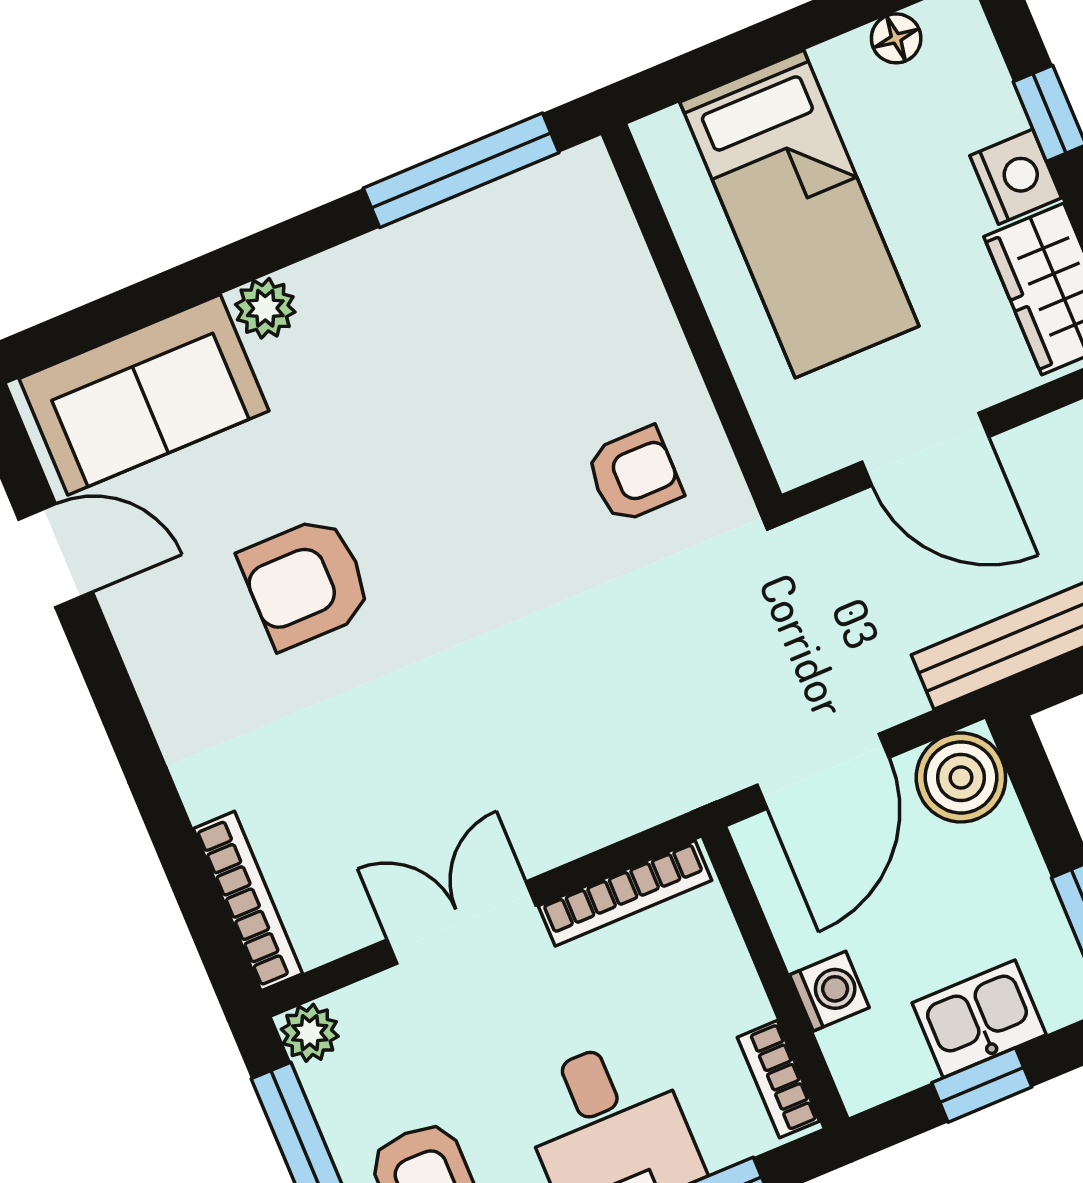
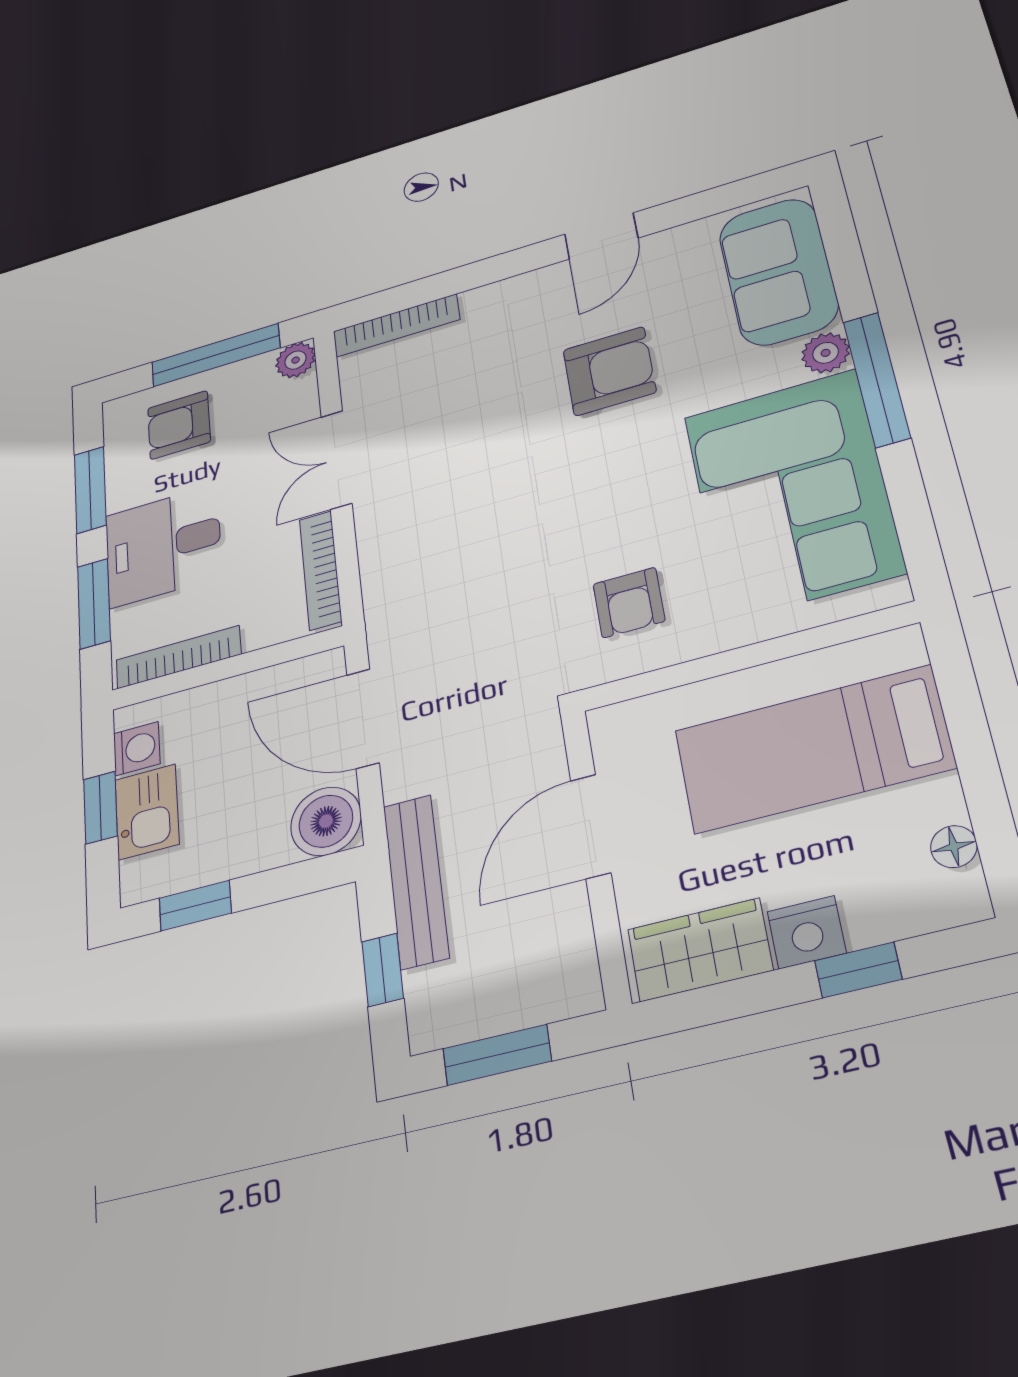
window: (461, 170) -> (877, 379), moved
corner sofa: (468, 308) -> (792, 493), added
door: (56, 556) -> (601, 236), moved
armchair: (306, 582) -> (609, 371), turned 90
double door: (461, 923) -> (336, 460), swing flipped
washing machine: (829, 991) -> (137, 749), moved, turned -90
bookcase: (778, 1079) -> (178, 657), width x1.56

